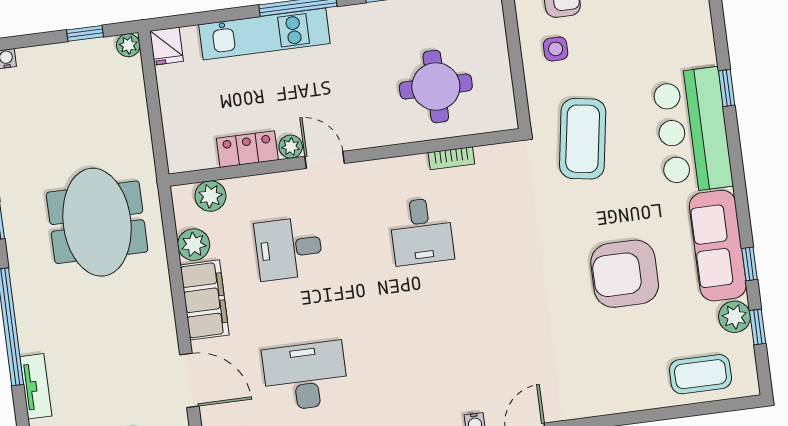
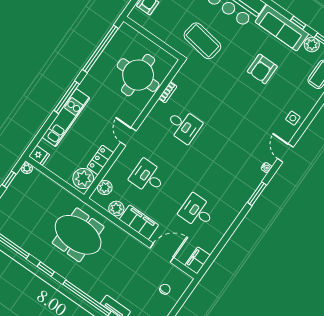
side table: (556, 49) -> (293, 118), moved
round table: (436, 86) -> (138, 75), width x1.36, depth x1.36
plant: (291, 147) -> (83, 179), moved, width x1.87, depth x1.87
door: (325, 160) -> (128, 137), hinge flipped
desk: (289, 248) -> (148, 177), turned 90
armchair: (625, 274) -> (262, 69), width x0.73, depth x0.73
desk: (305, 376) -> (197, 211), width x0.73

